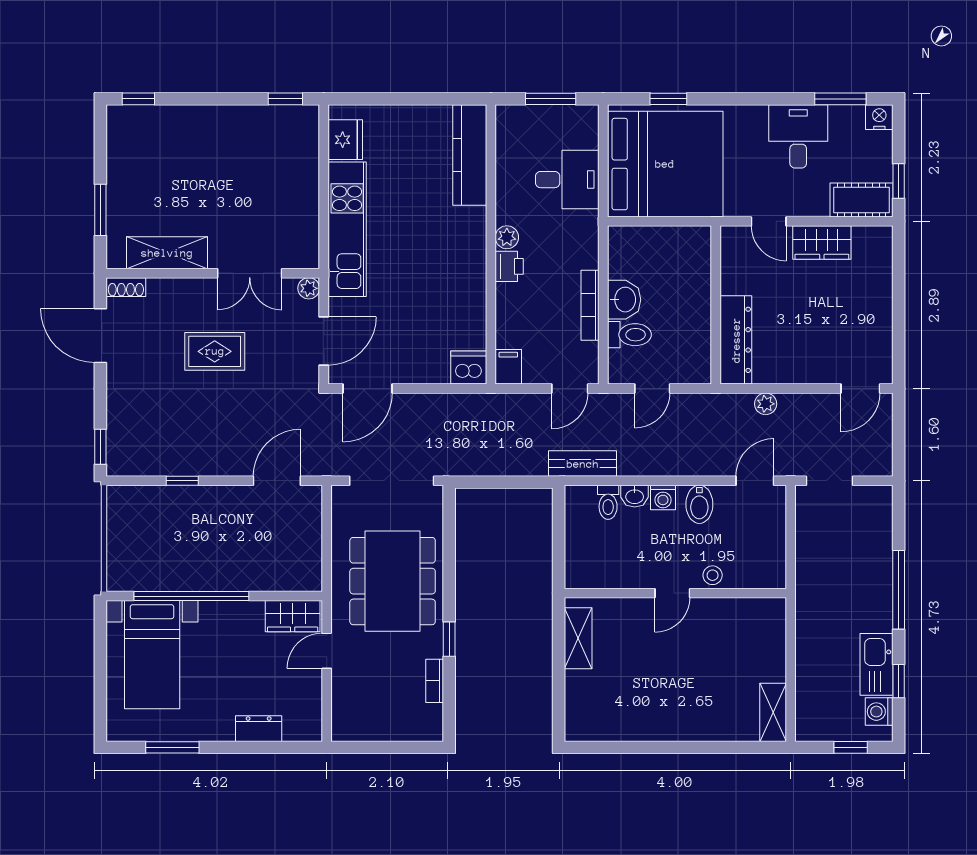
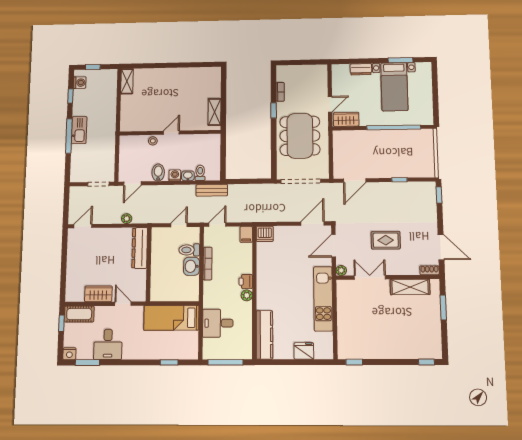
window: (551, 99) -> (225, 362), width x1.44
fridge: (345, 140) -> (304, 351), moved, turned 90
bed: (665, 164) -> (171, 318), width x0.49
bed with nightstands: (152, 655) -> (394, 87), moved, turned 180
kitchen sink: (877, 664) -> (79, 130), moved

